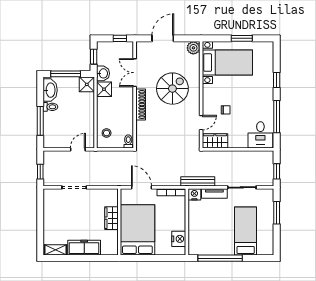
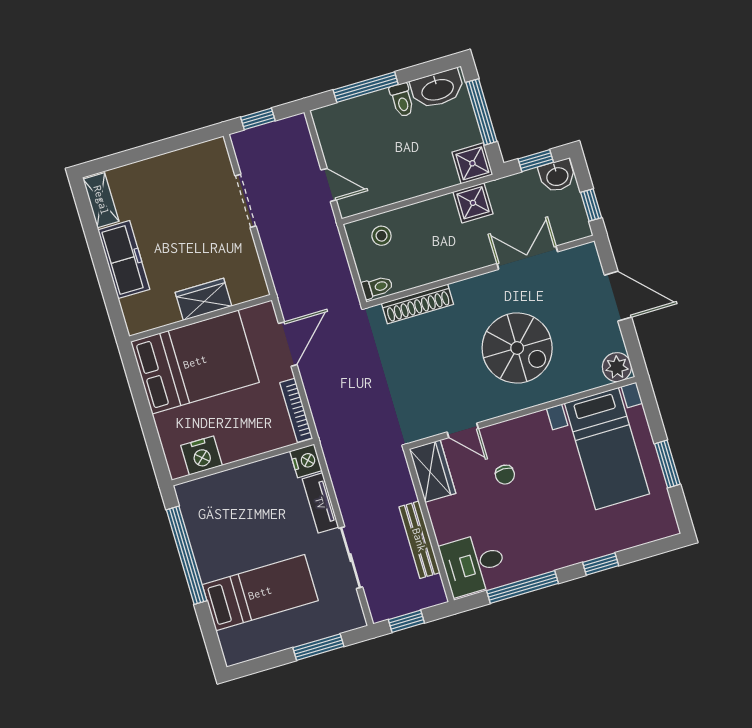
washbasin: (103, 73) -> (557, 176), moved
shoe rack: (141, 104) -> (417, 304), moved
bench: (198, 181) -> (419, 540), moved

